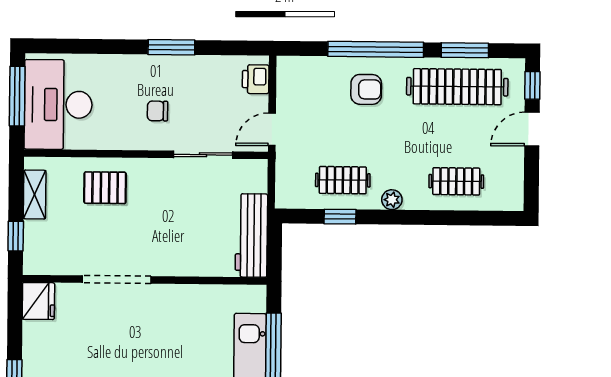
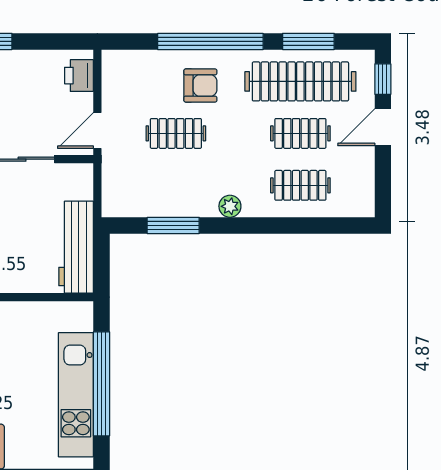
clothes rail: (457, 134) -> (300, 133), added
clothes rail: (343, 180) -> (176, 133), moved
window: (340, 217) -> (173, 225), width x1.50

